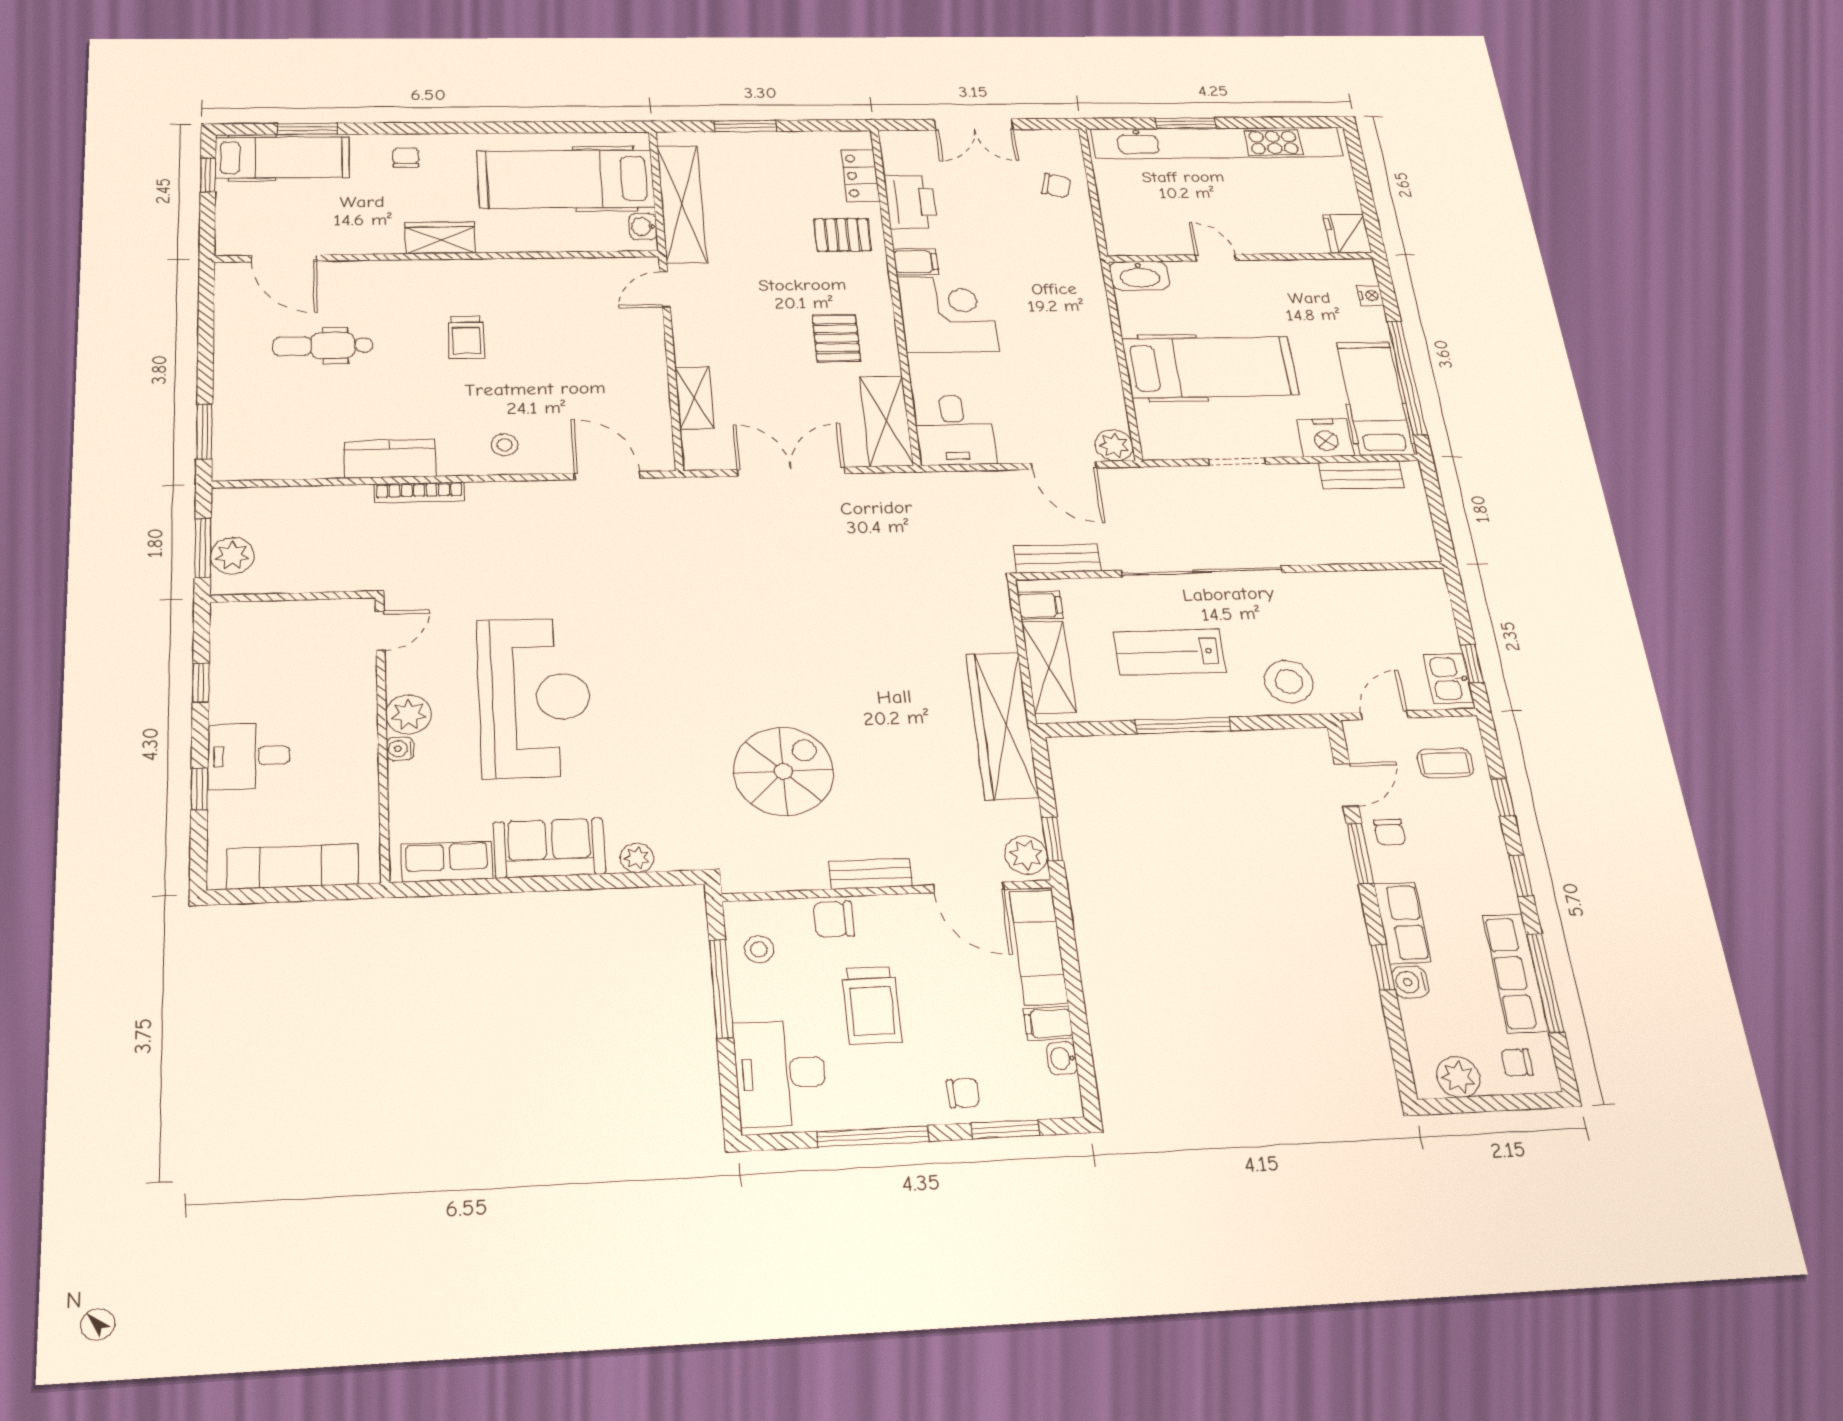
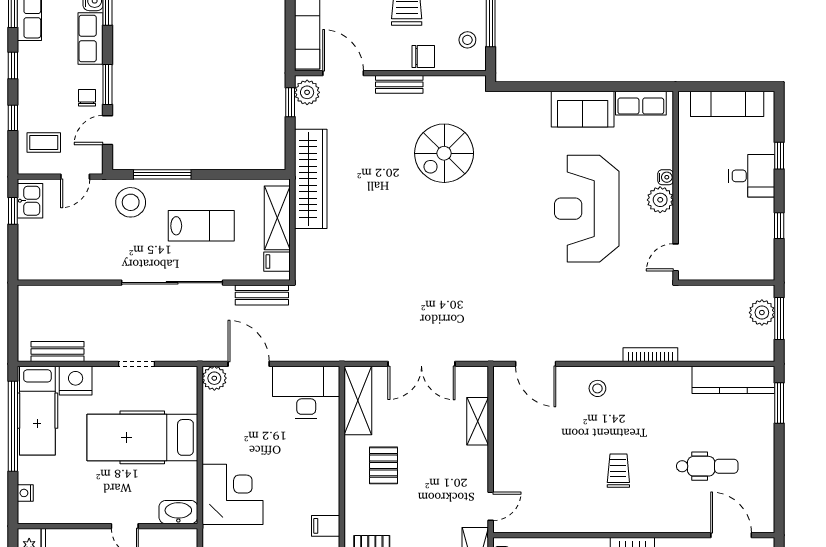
corner desk: (948, 314) -> (233, 494), moved, turned 180
desk: (954, 430) -> (306, 392), width x1.37
kitchen counter: (390, 459) -> (733, 380), moved, width x1.50
window: (1183, 726) -> (162, 174), moved
plant: (637, 858) -> (533, 101), removed

